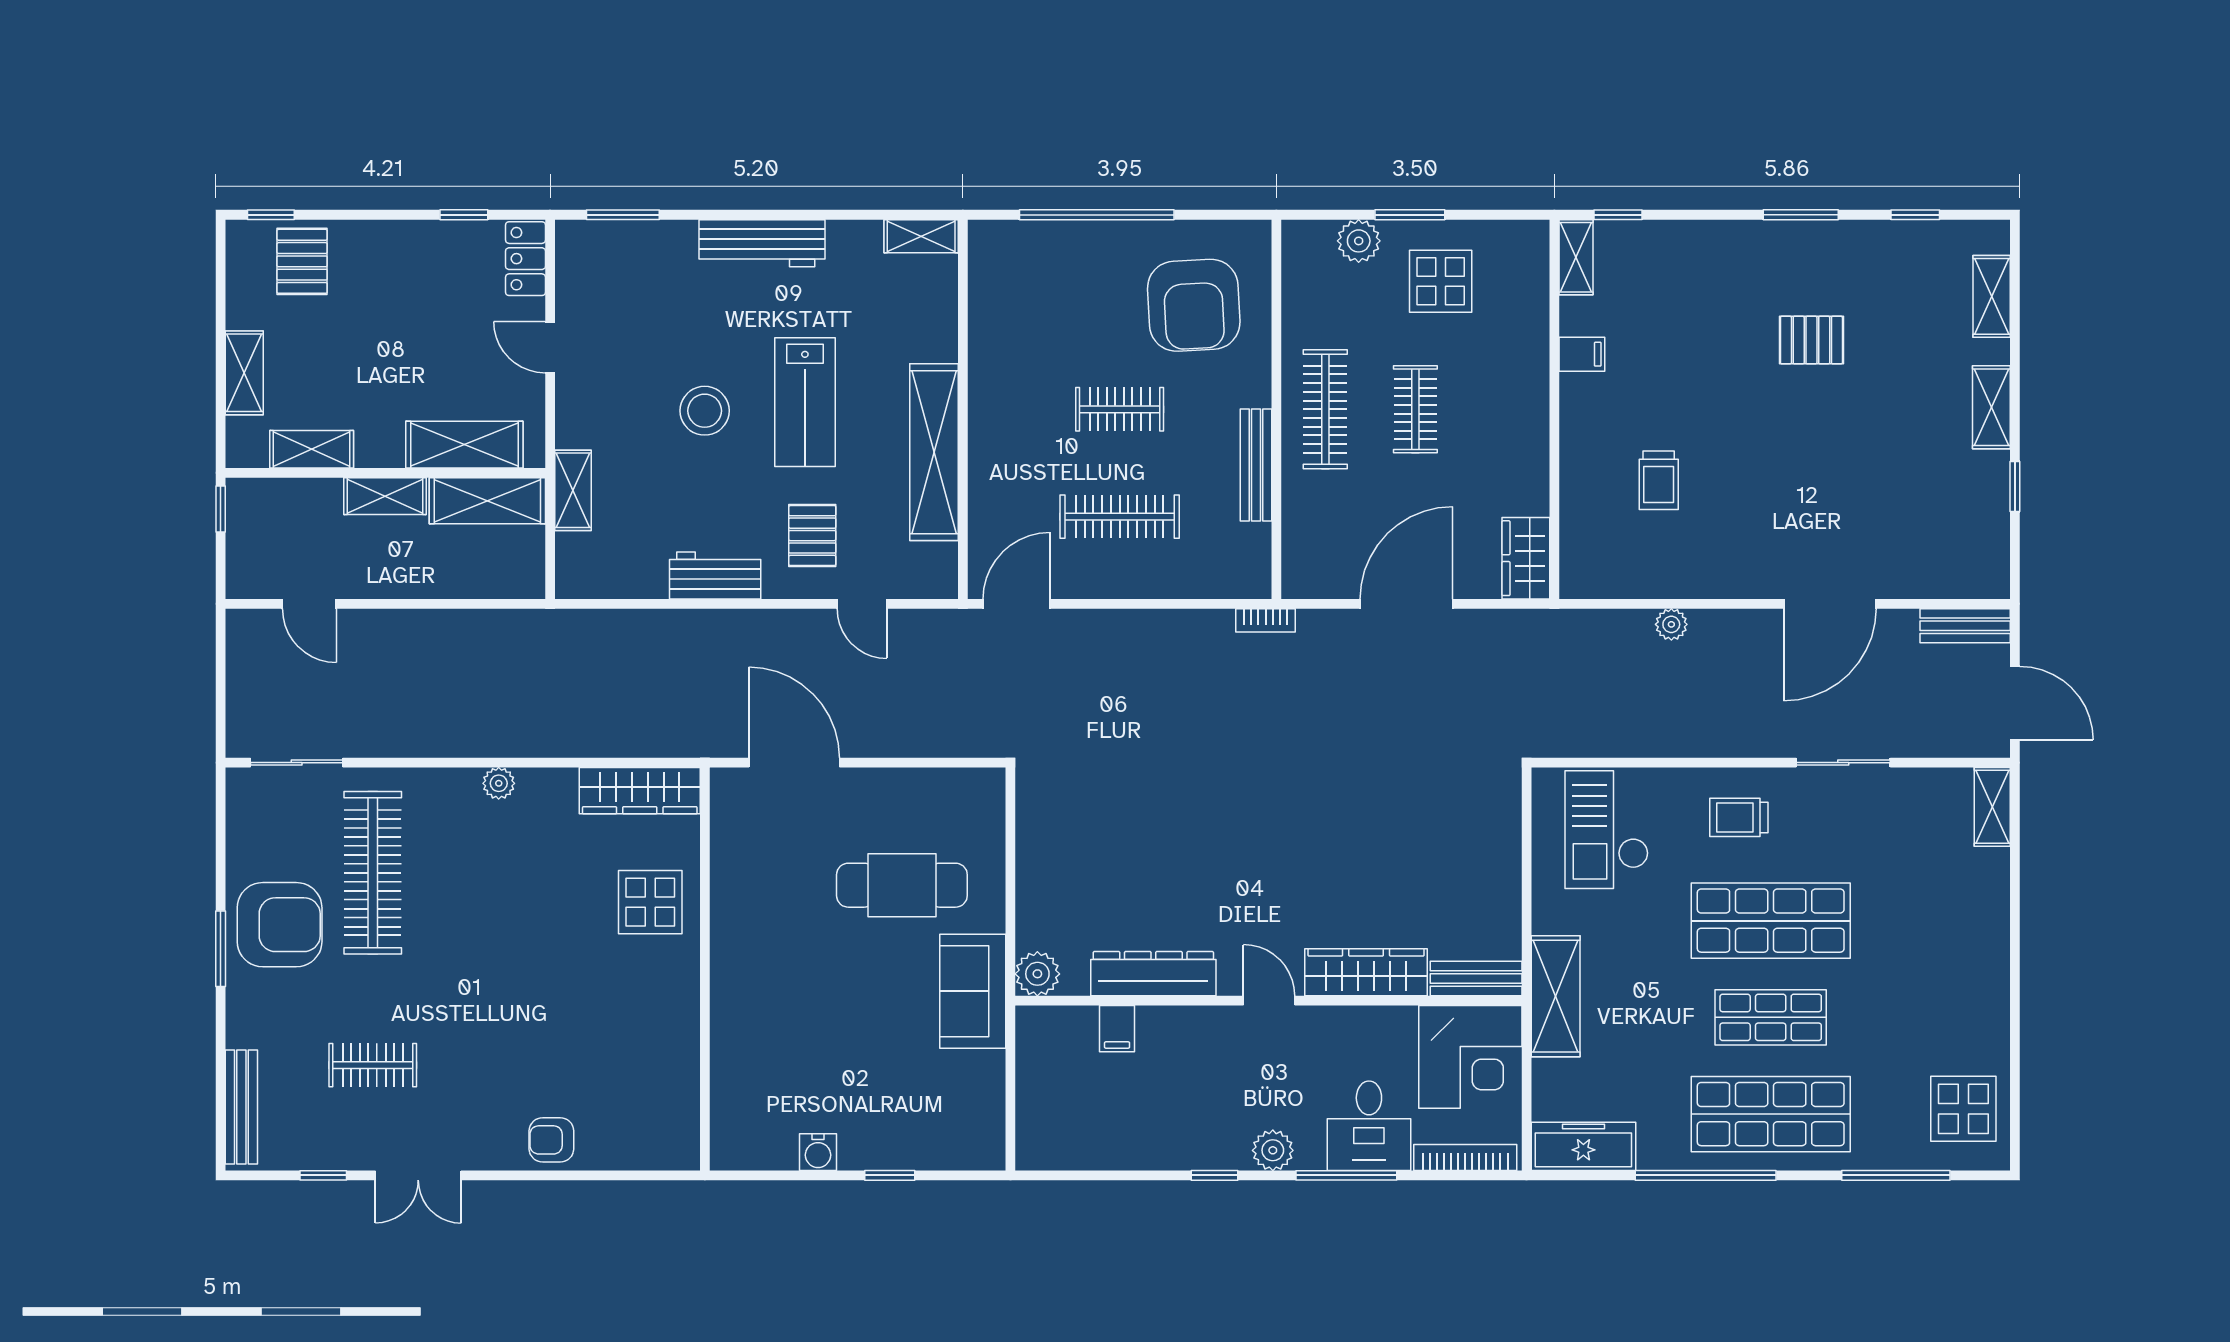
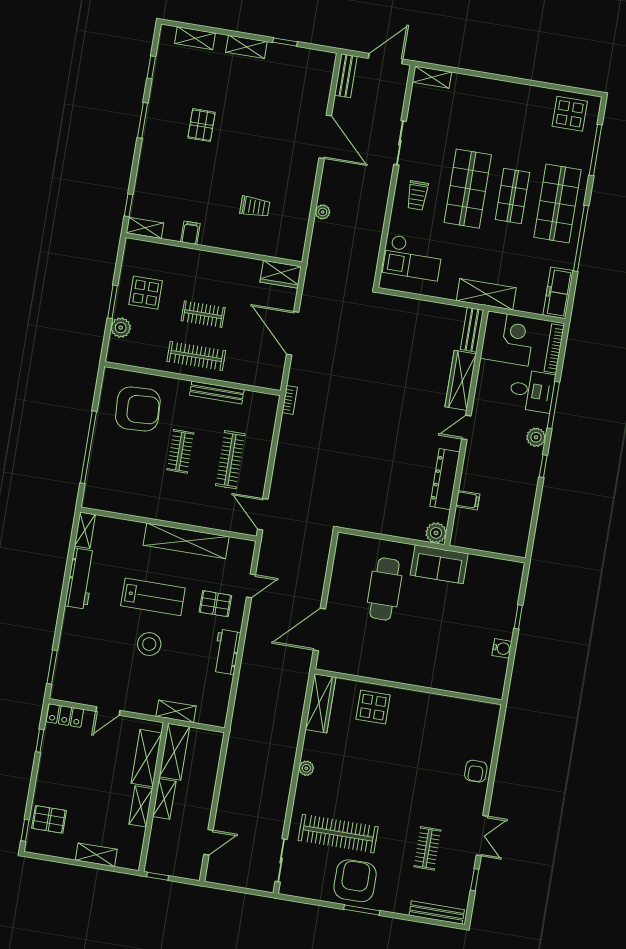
workbench: (762, 243) -> (80, 579), moved
shelving: (312, 449) -> (141, 806), moved

